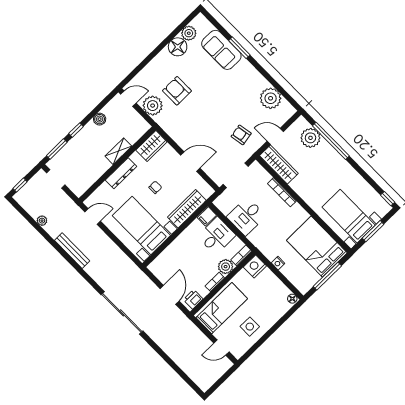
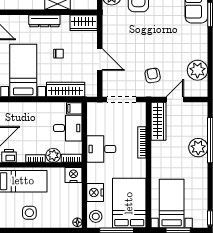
door: (275, 136) -> (175, 99), hinge flipped
plant: (311, 138) -> (198, 148), moved
desk: (246, 216) -> (101, 149), moved
nightstand: (278, 263) -> (95, 192), width x1.89, depth x1.79
stool: (302, 281) -> (96, 216), added

